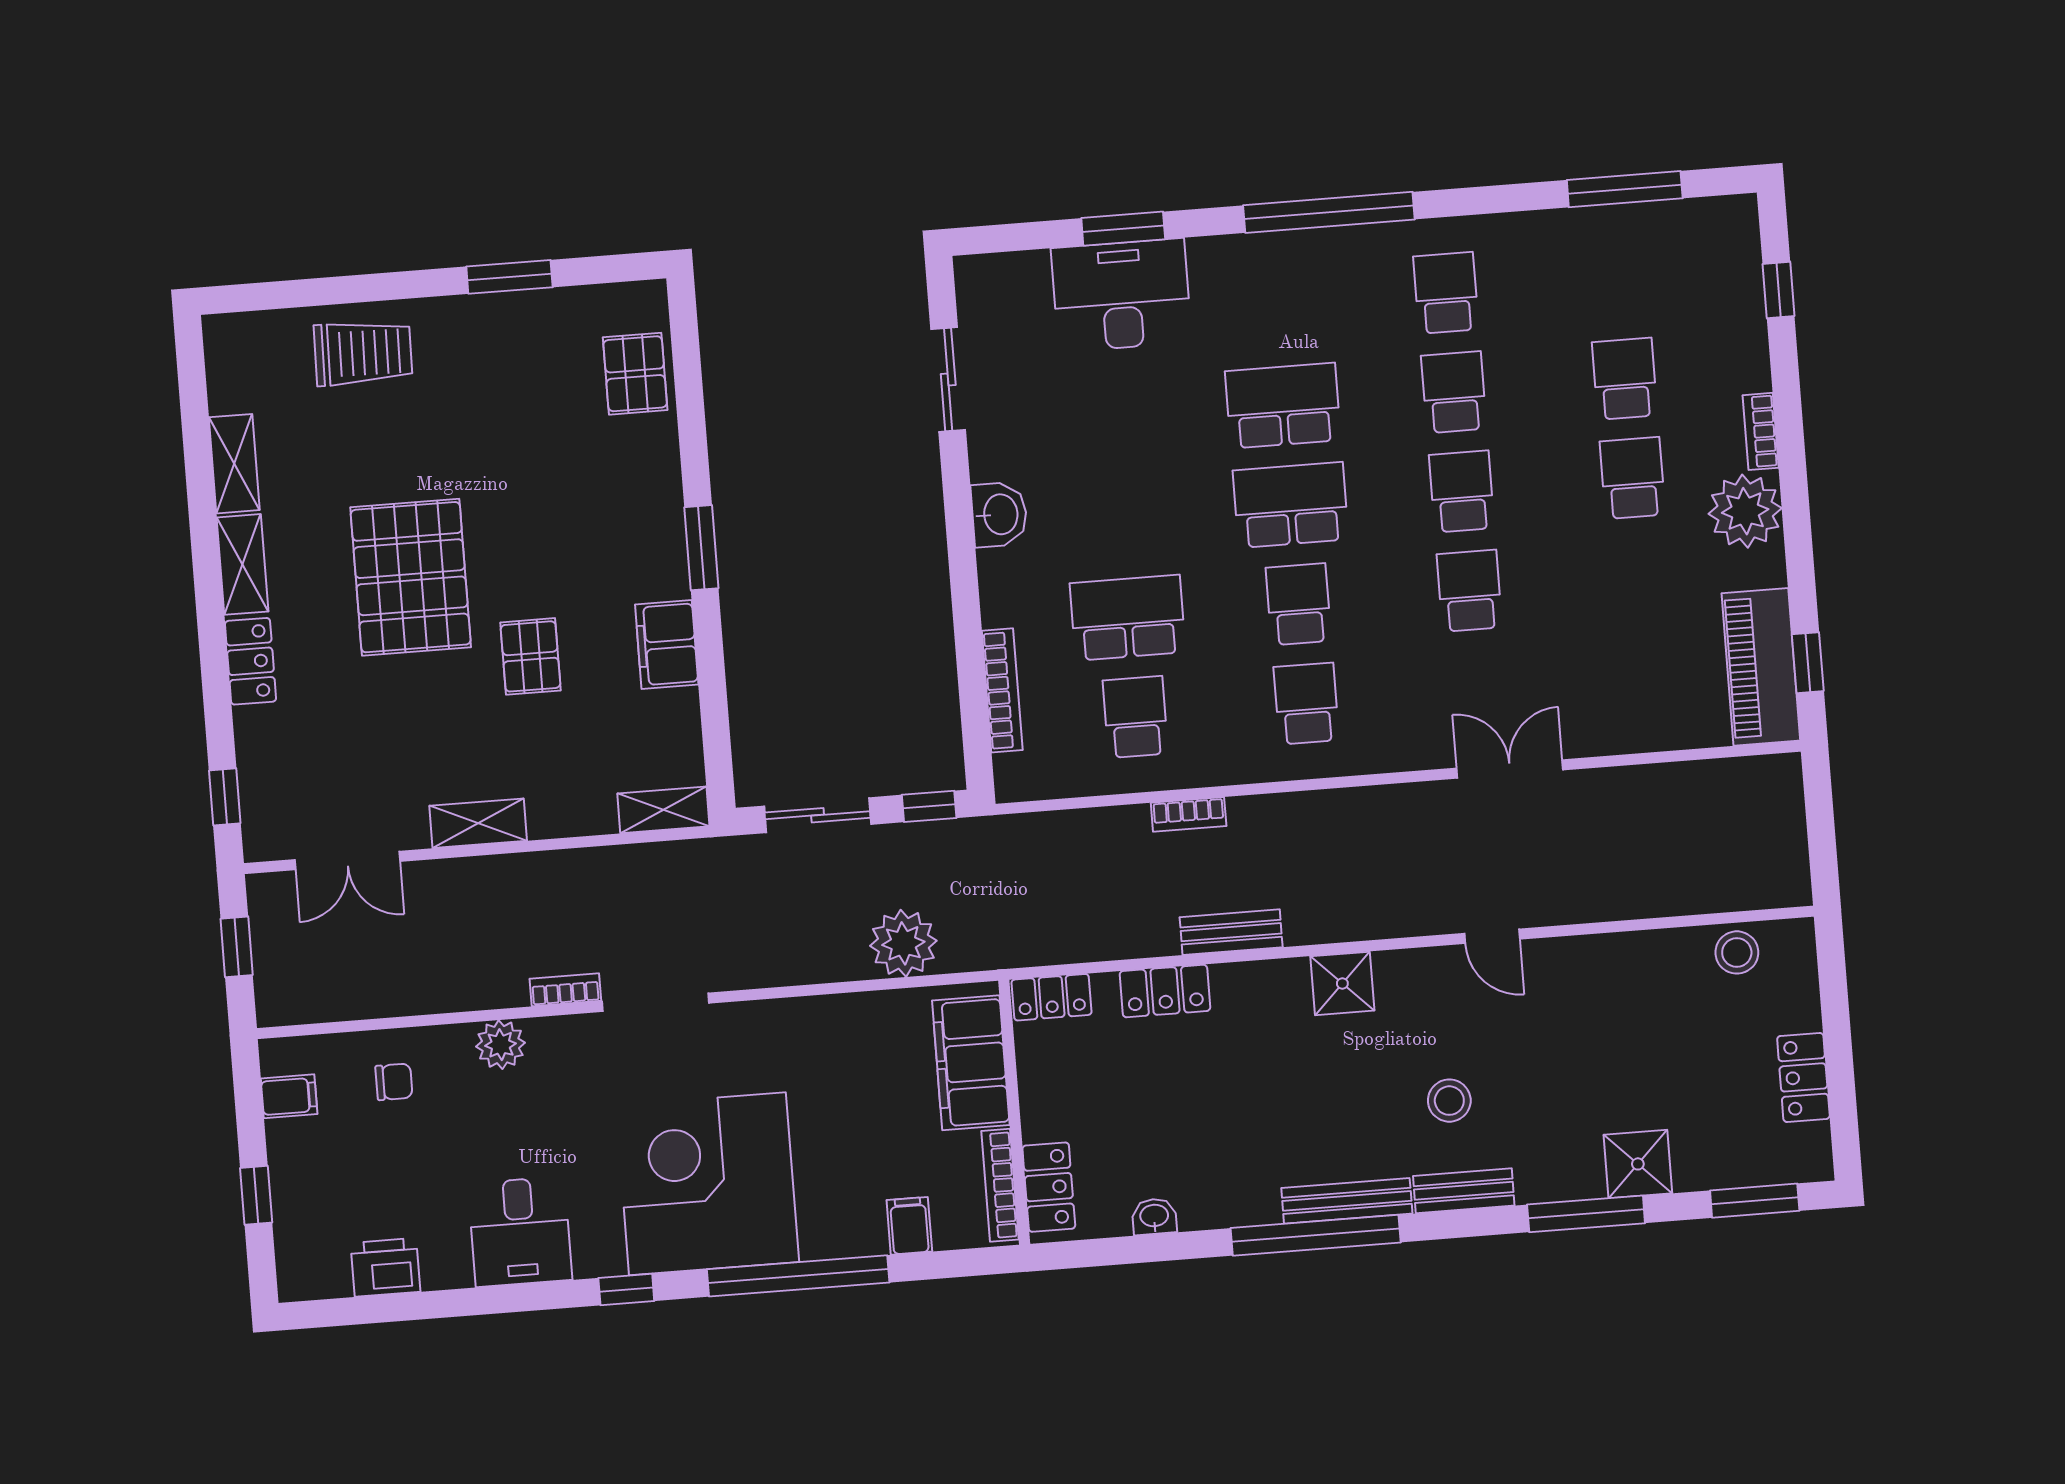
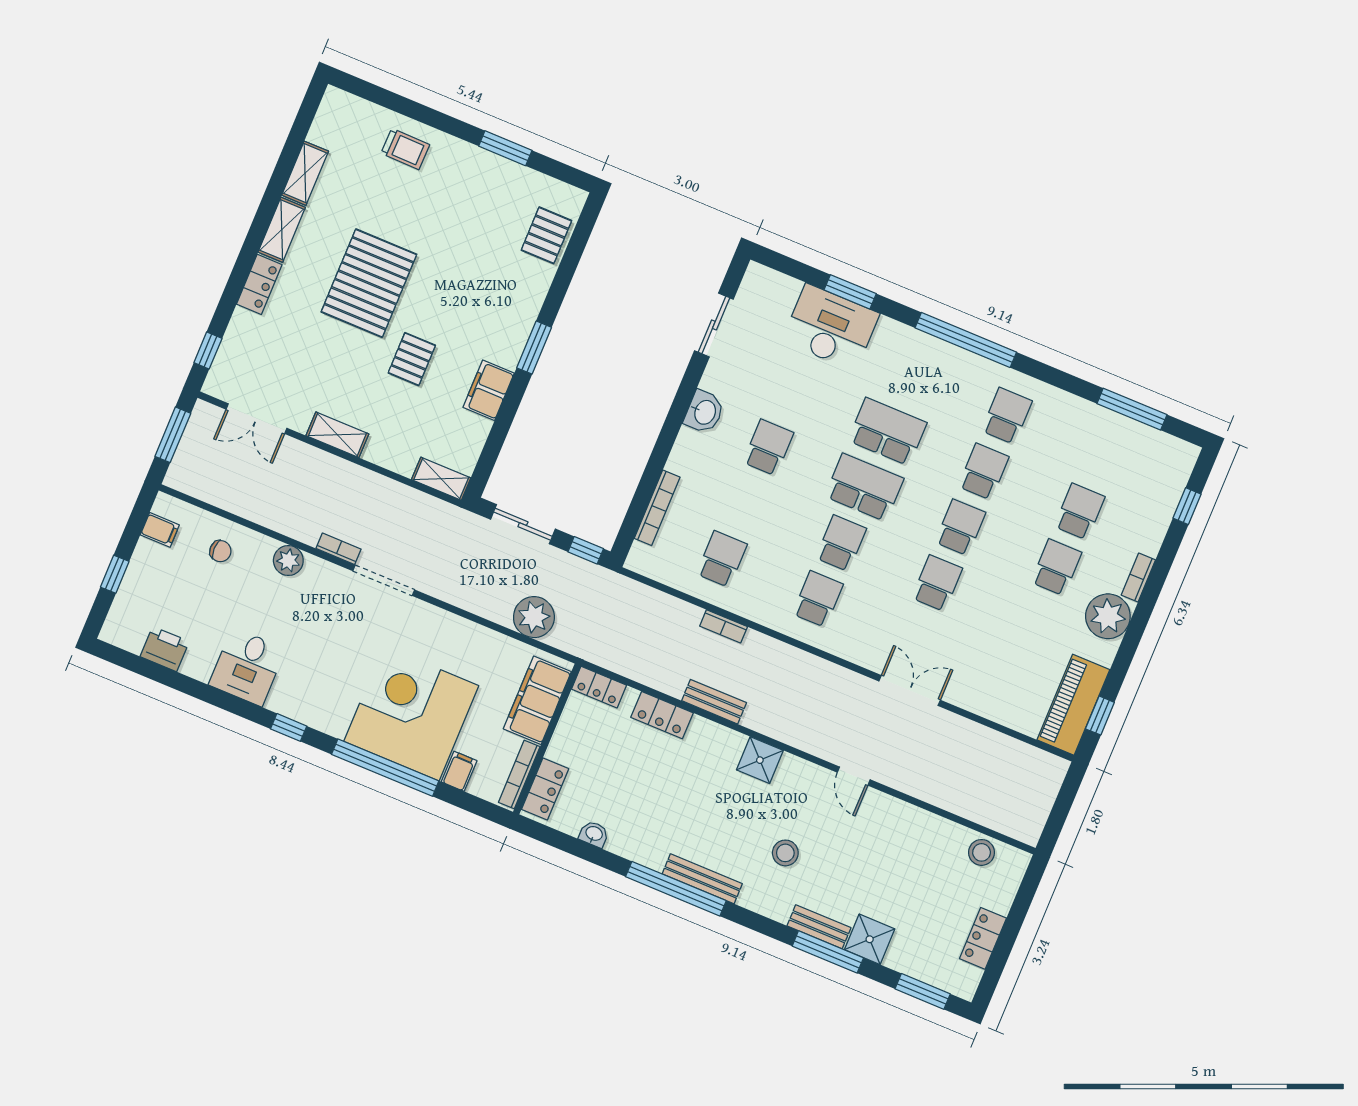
trolley: (363, 353) -> (405, 149), width x0.73, depth x0.72
school desk: (1128, 618) -> (768, 447), moved, width x0.54
window: (237, 947) -> (173, 435), width x1.50
corner desk: (707, 1184) -> (411, 713), moved
bench: (1464, 1191) -> (819, 927), moved

